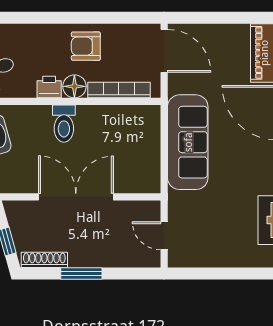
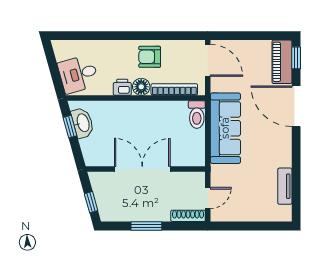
toilet: (64, 124) -> (197, 114), moved
door: (164, 236) -> (208, 198), swing flipped
shoe rack: (44, 260) -> (188, 216), moved

